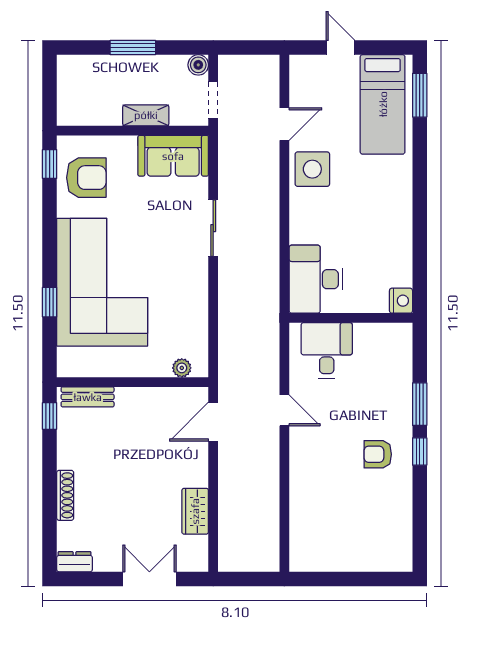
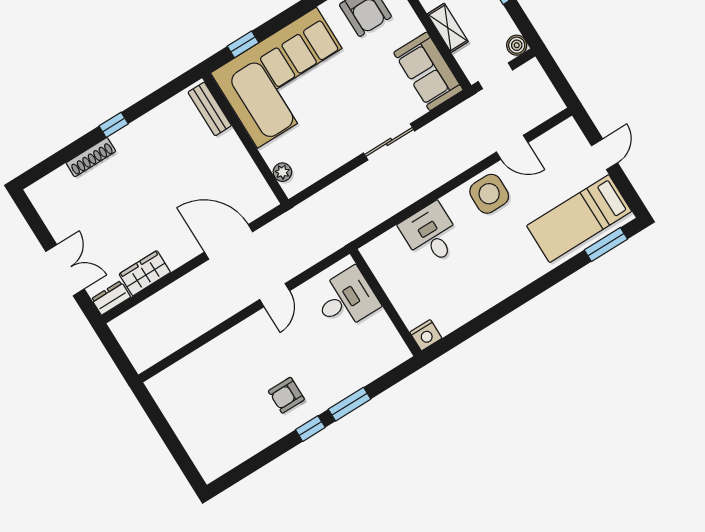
desk: (316, 279) -> (431, 234), moved, width x0.73
plant: (182, 368) -> (282, 172), moved
wall: (133, 382) -> (245, 139), moved
bench: (88, 397) -> (210, 109), moved
window: (50, 416) -> (114, 125), moved
door: (213, 422) -> (229, 242), width x1.36
armchair: (378, 454) -> (286, 395), turned -90
dresser: (75, 562) -> (111, 298), moved, turned -90

